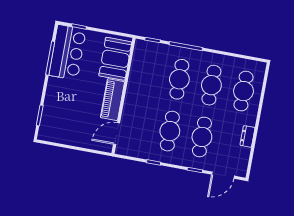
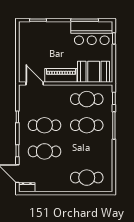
cafe table: (211, 85) -> (87, 99), moved
dresser: (247, 136) -> (27, 187), moved

